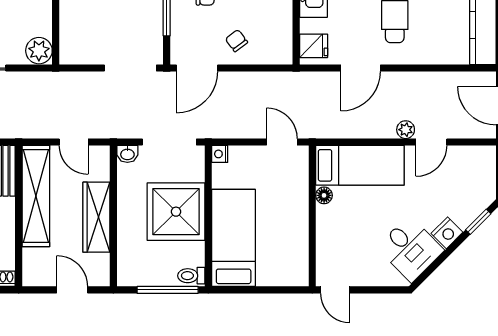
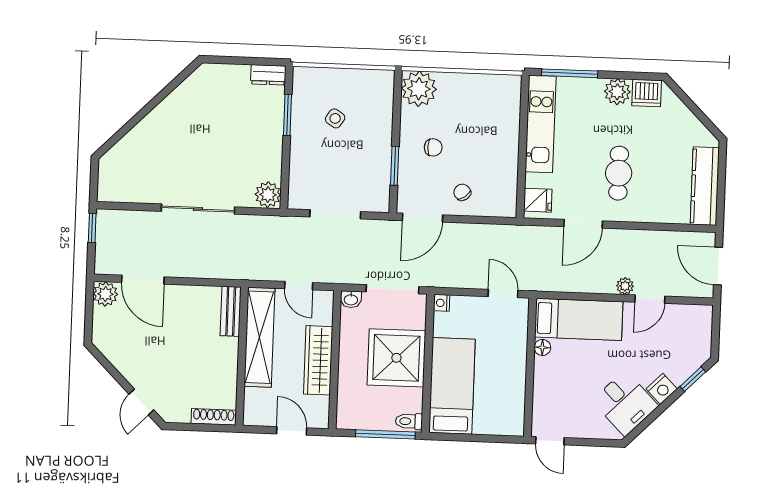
doorway: (130, 68) -> (335, 214), moved

